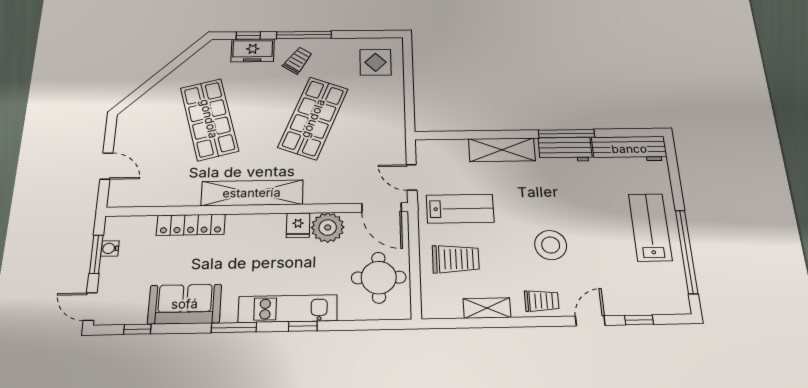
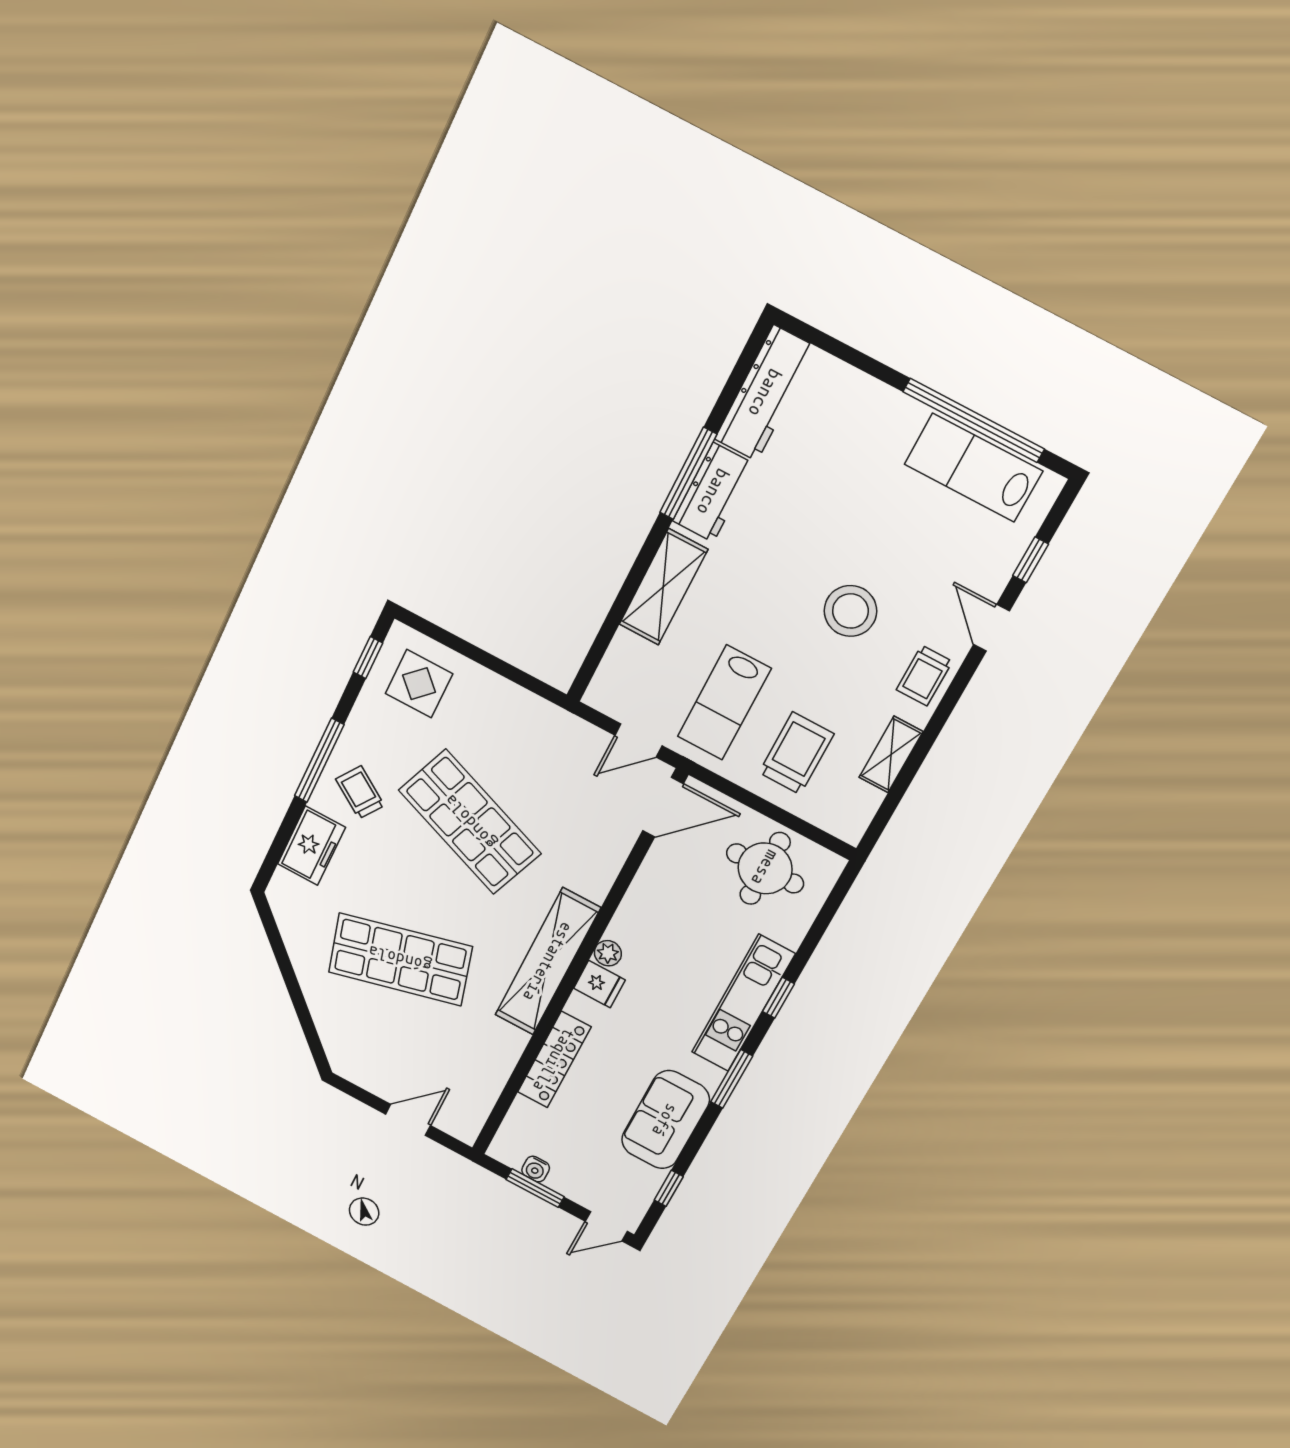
window: (248, 36) -> (368, 658), moved
lab bench: (460, 209) -> (724, 703), turned 180
fridge: (298, 225) -> (599, 984), moved
plant: (328, 227) -> (608, 953), moved, width x0.53, depth x0.53
lab bench: (650, 227) -> (973, 468), moved
trolley: (542, 301) -> (924, 676), turned 180

